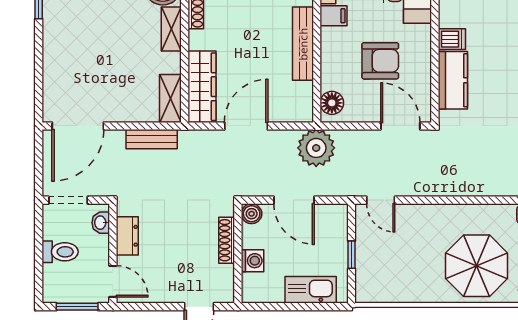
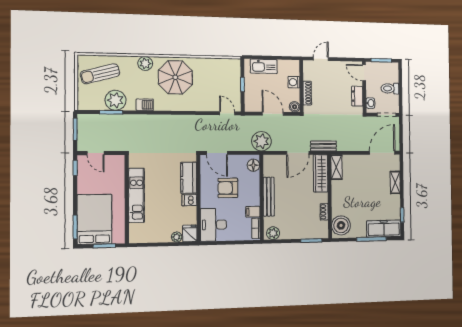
shelving: (171, 29) -> (395, 182), moved
bench: (152, 139) -> (323, 146), moved

